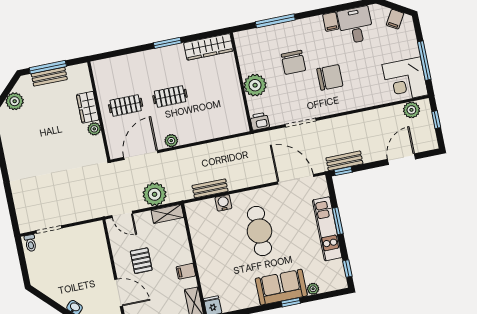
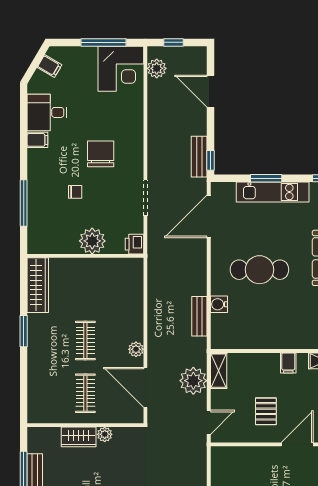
chair: (293, 62) -> (75, 192), width x0.54, depth x0.54
pallet: (141, 261) -> (266, 411), turned 90

